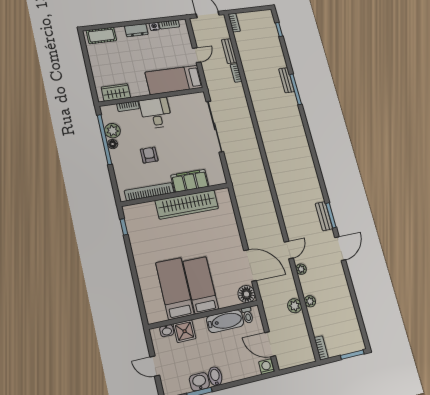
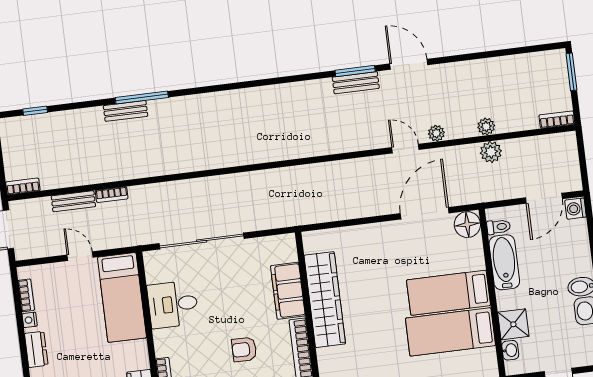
desk: (156, 113) -> (173, 304), moved

